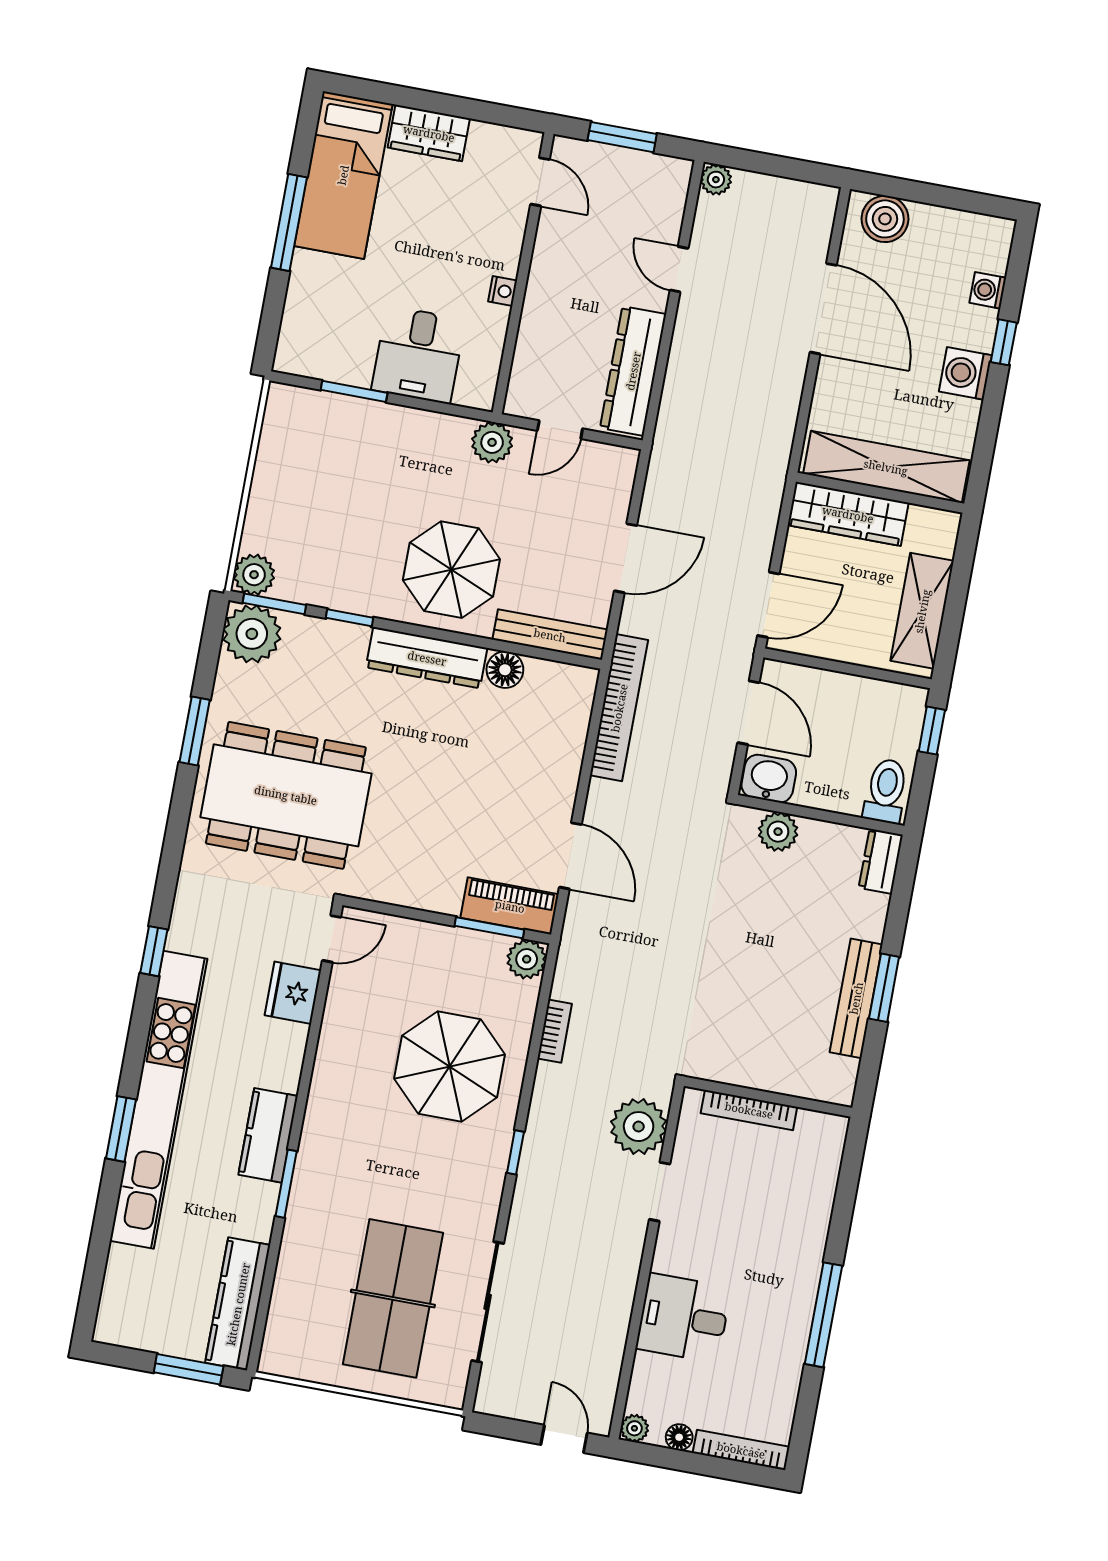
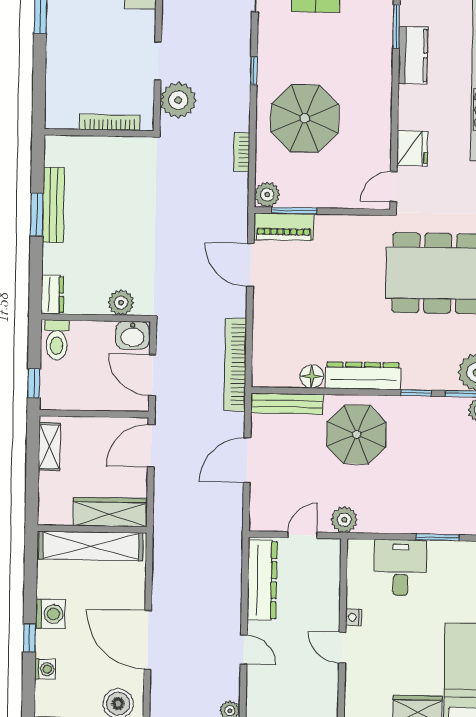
door: (540, 182) -> (342, 648), moved
shelving: (922, 611) -> (49, 446), width x0.67, depth x0.75

